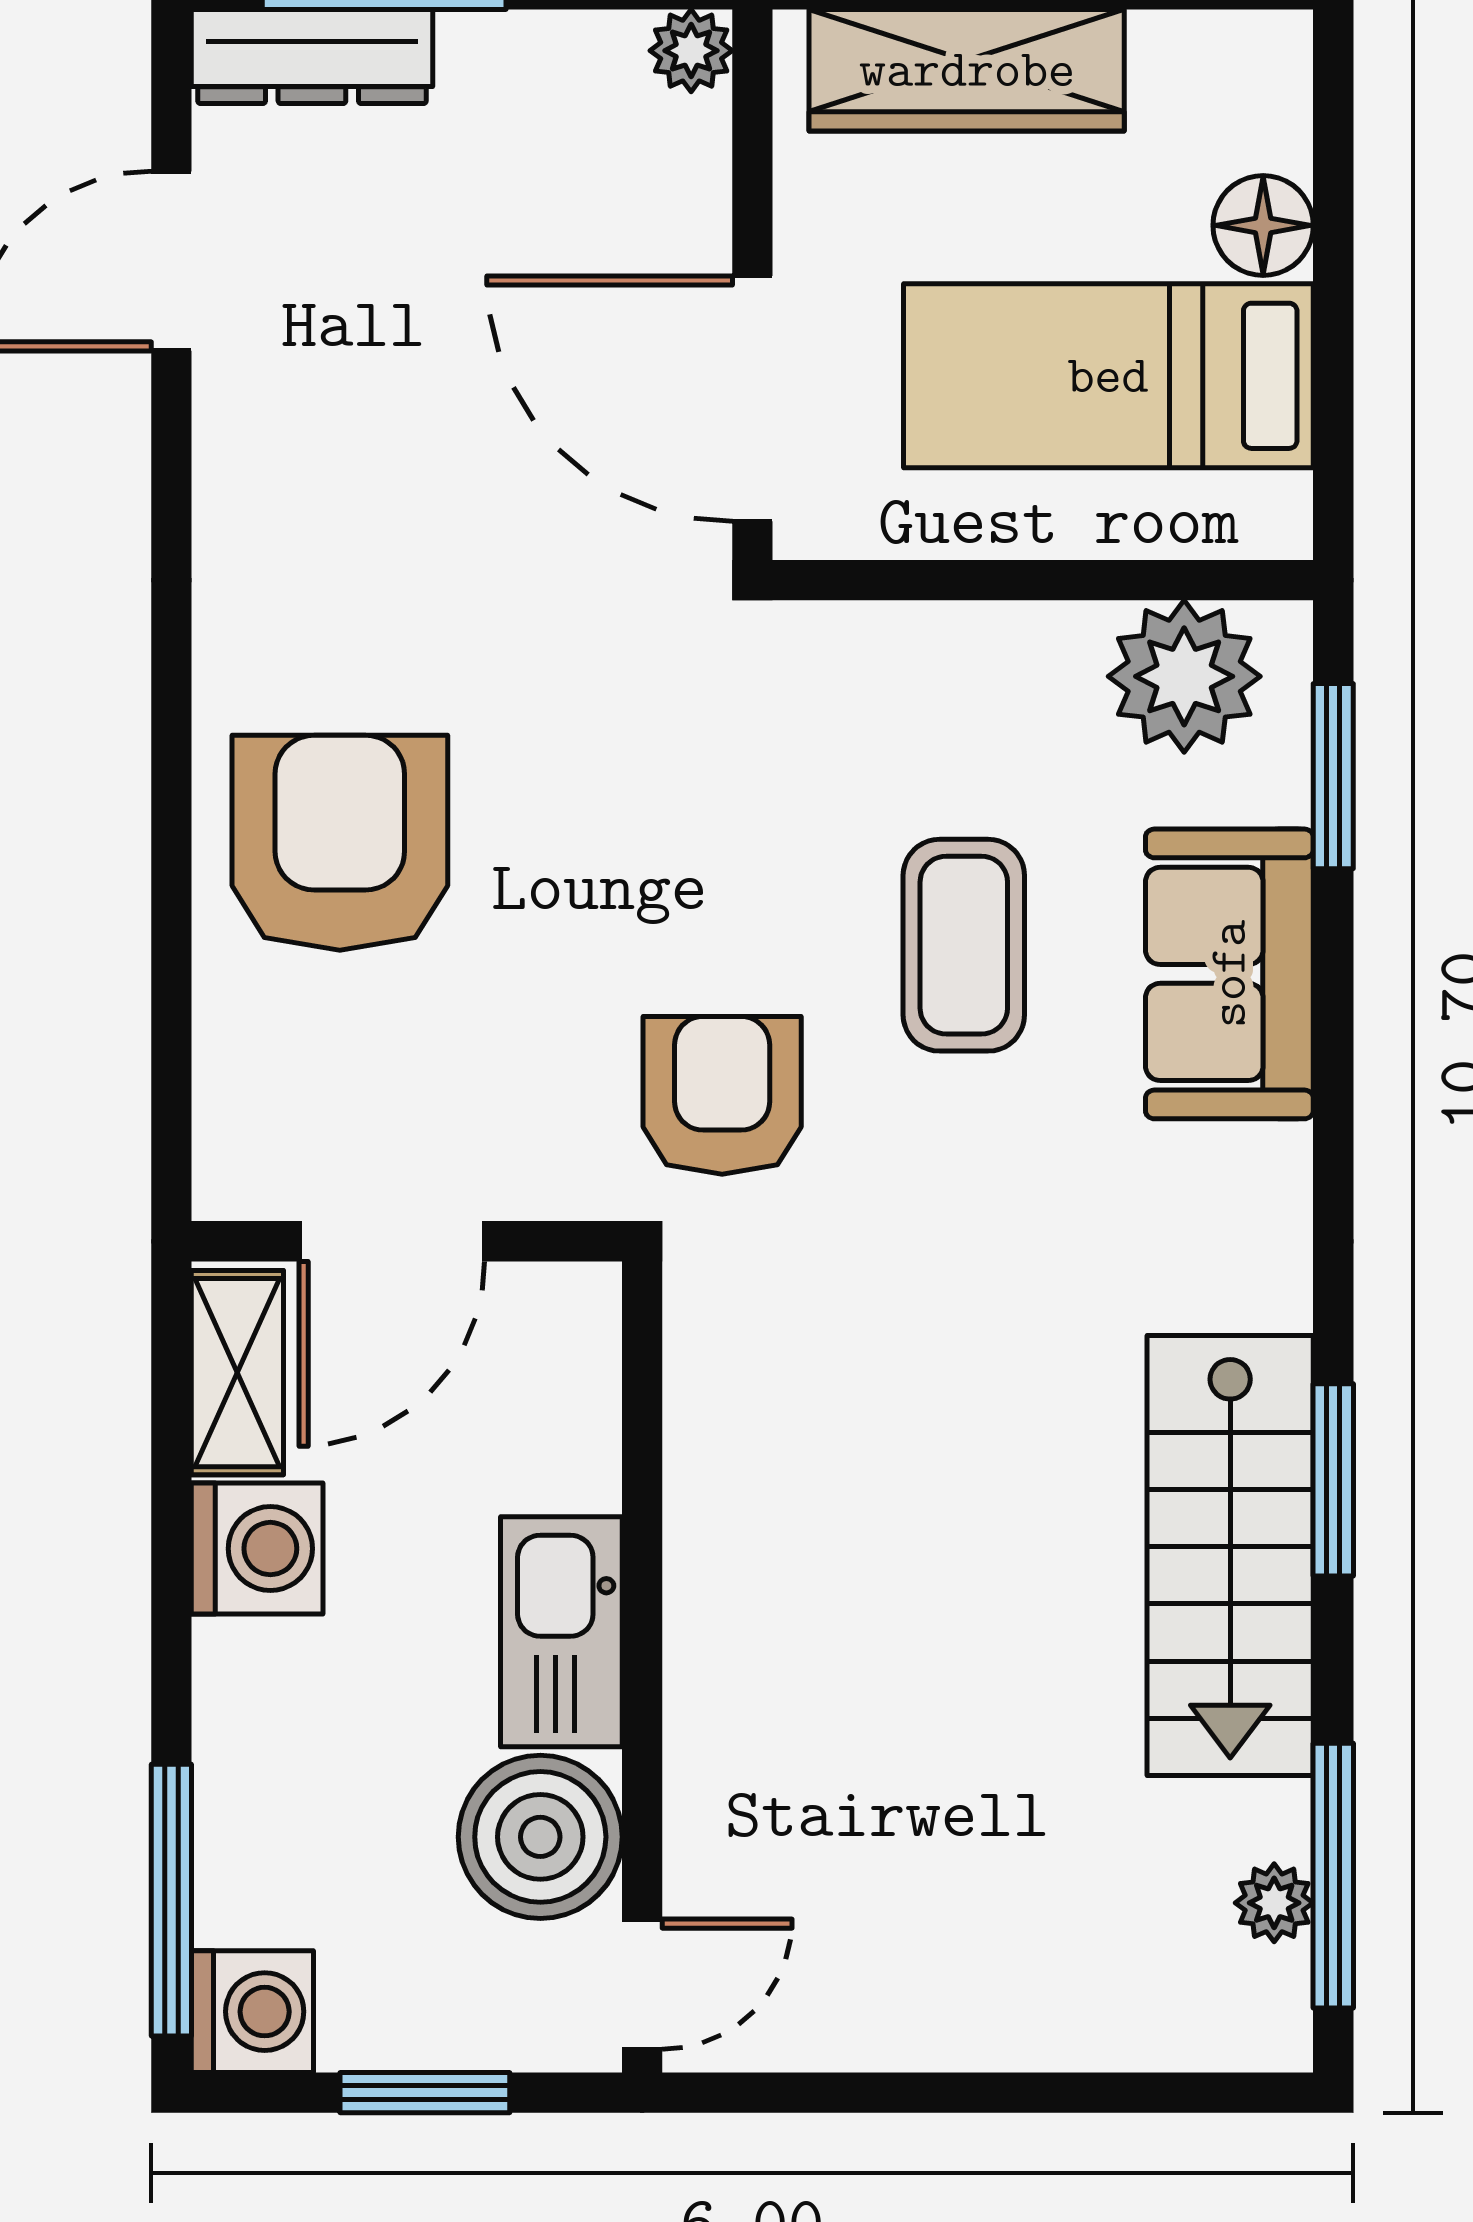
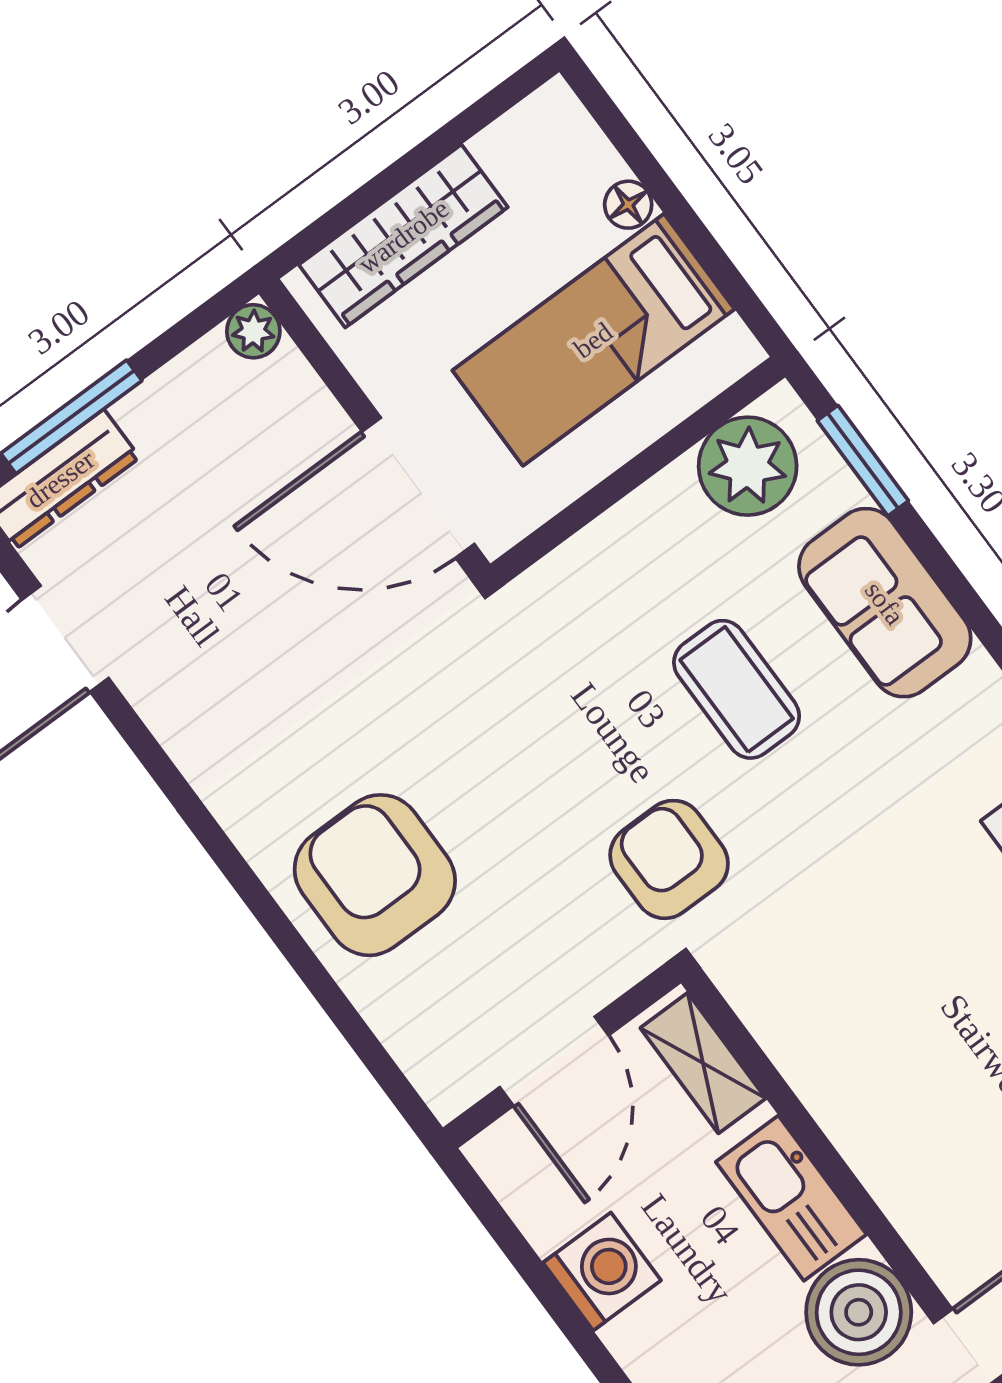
floor lamp: (1263, 225) -> (628, 205), width x0.73, depth x0.73
shelving: (237, 1373) -> (703, 1063), moved

